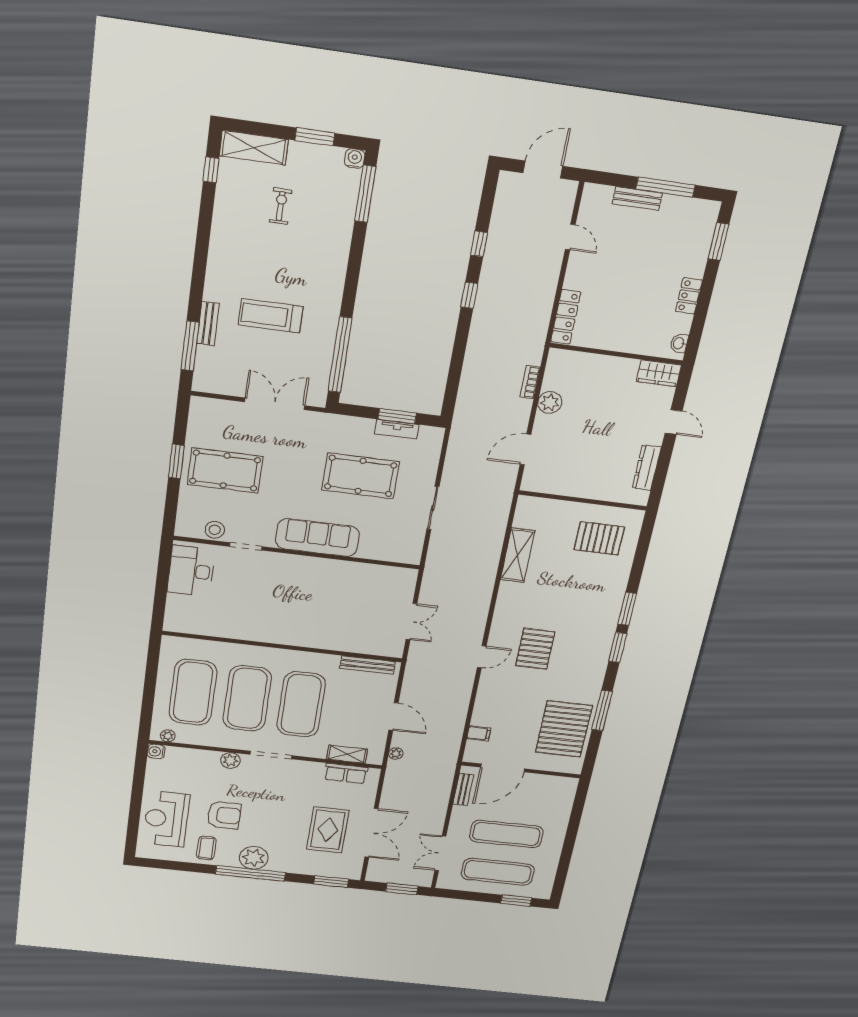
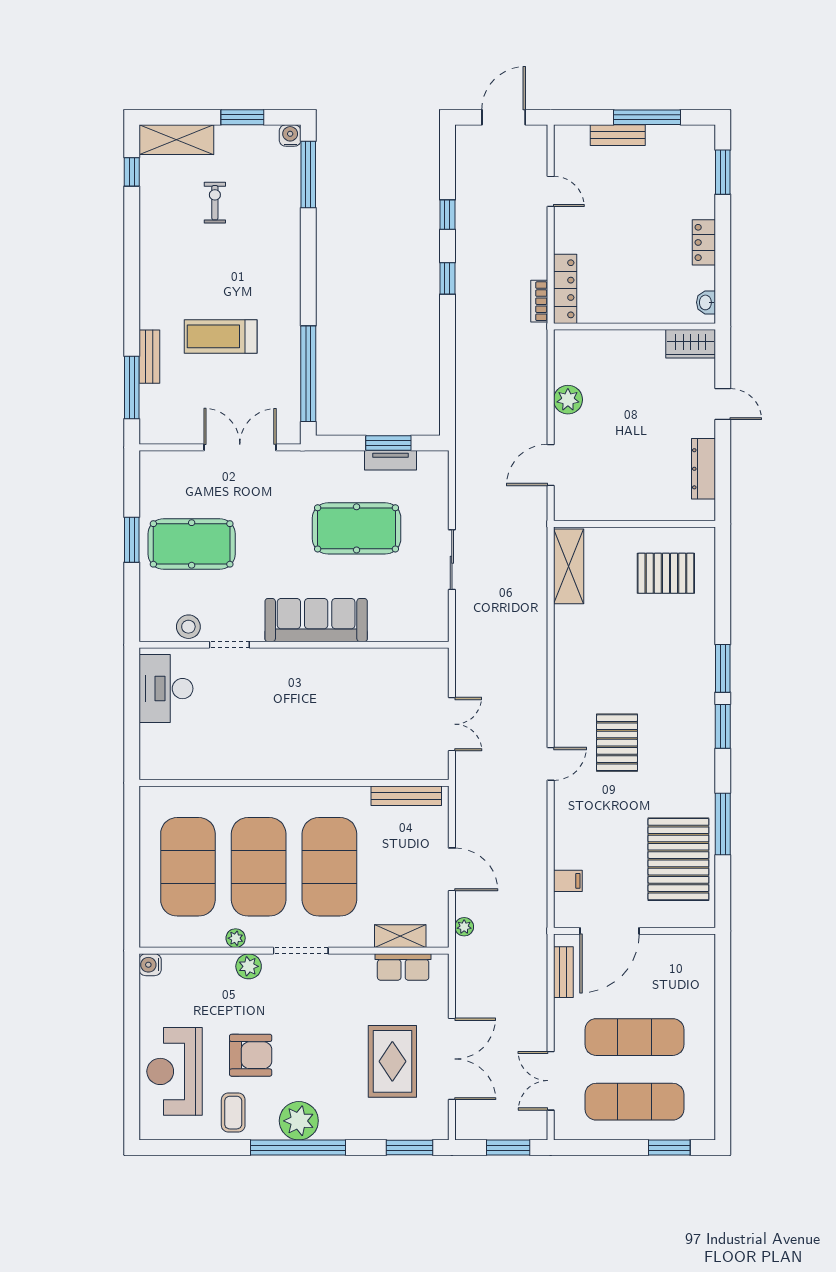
bookcase: (530, 382) -> (539, 301), moved
shelving: (518, 555) -> (569, 566), moved
plant: (168, 736) -> (236, 938), moved

